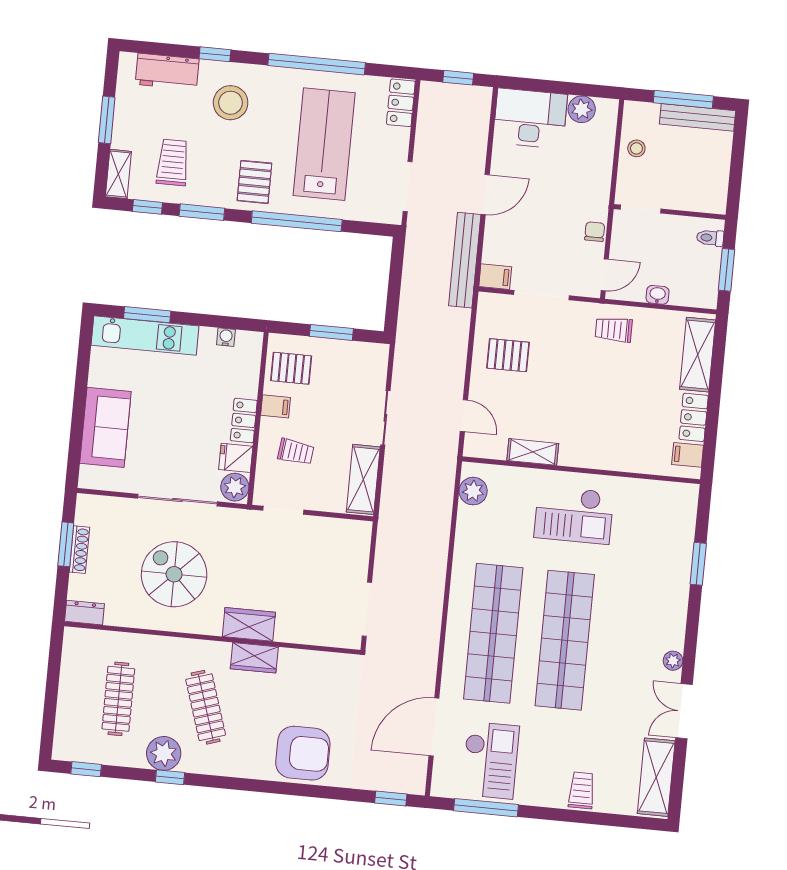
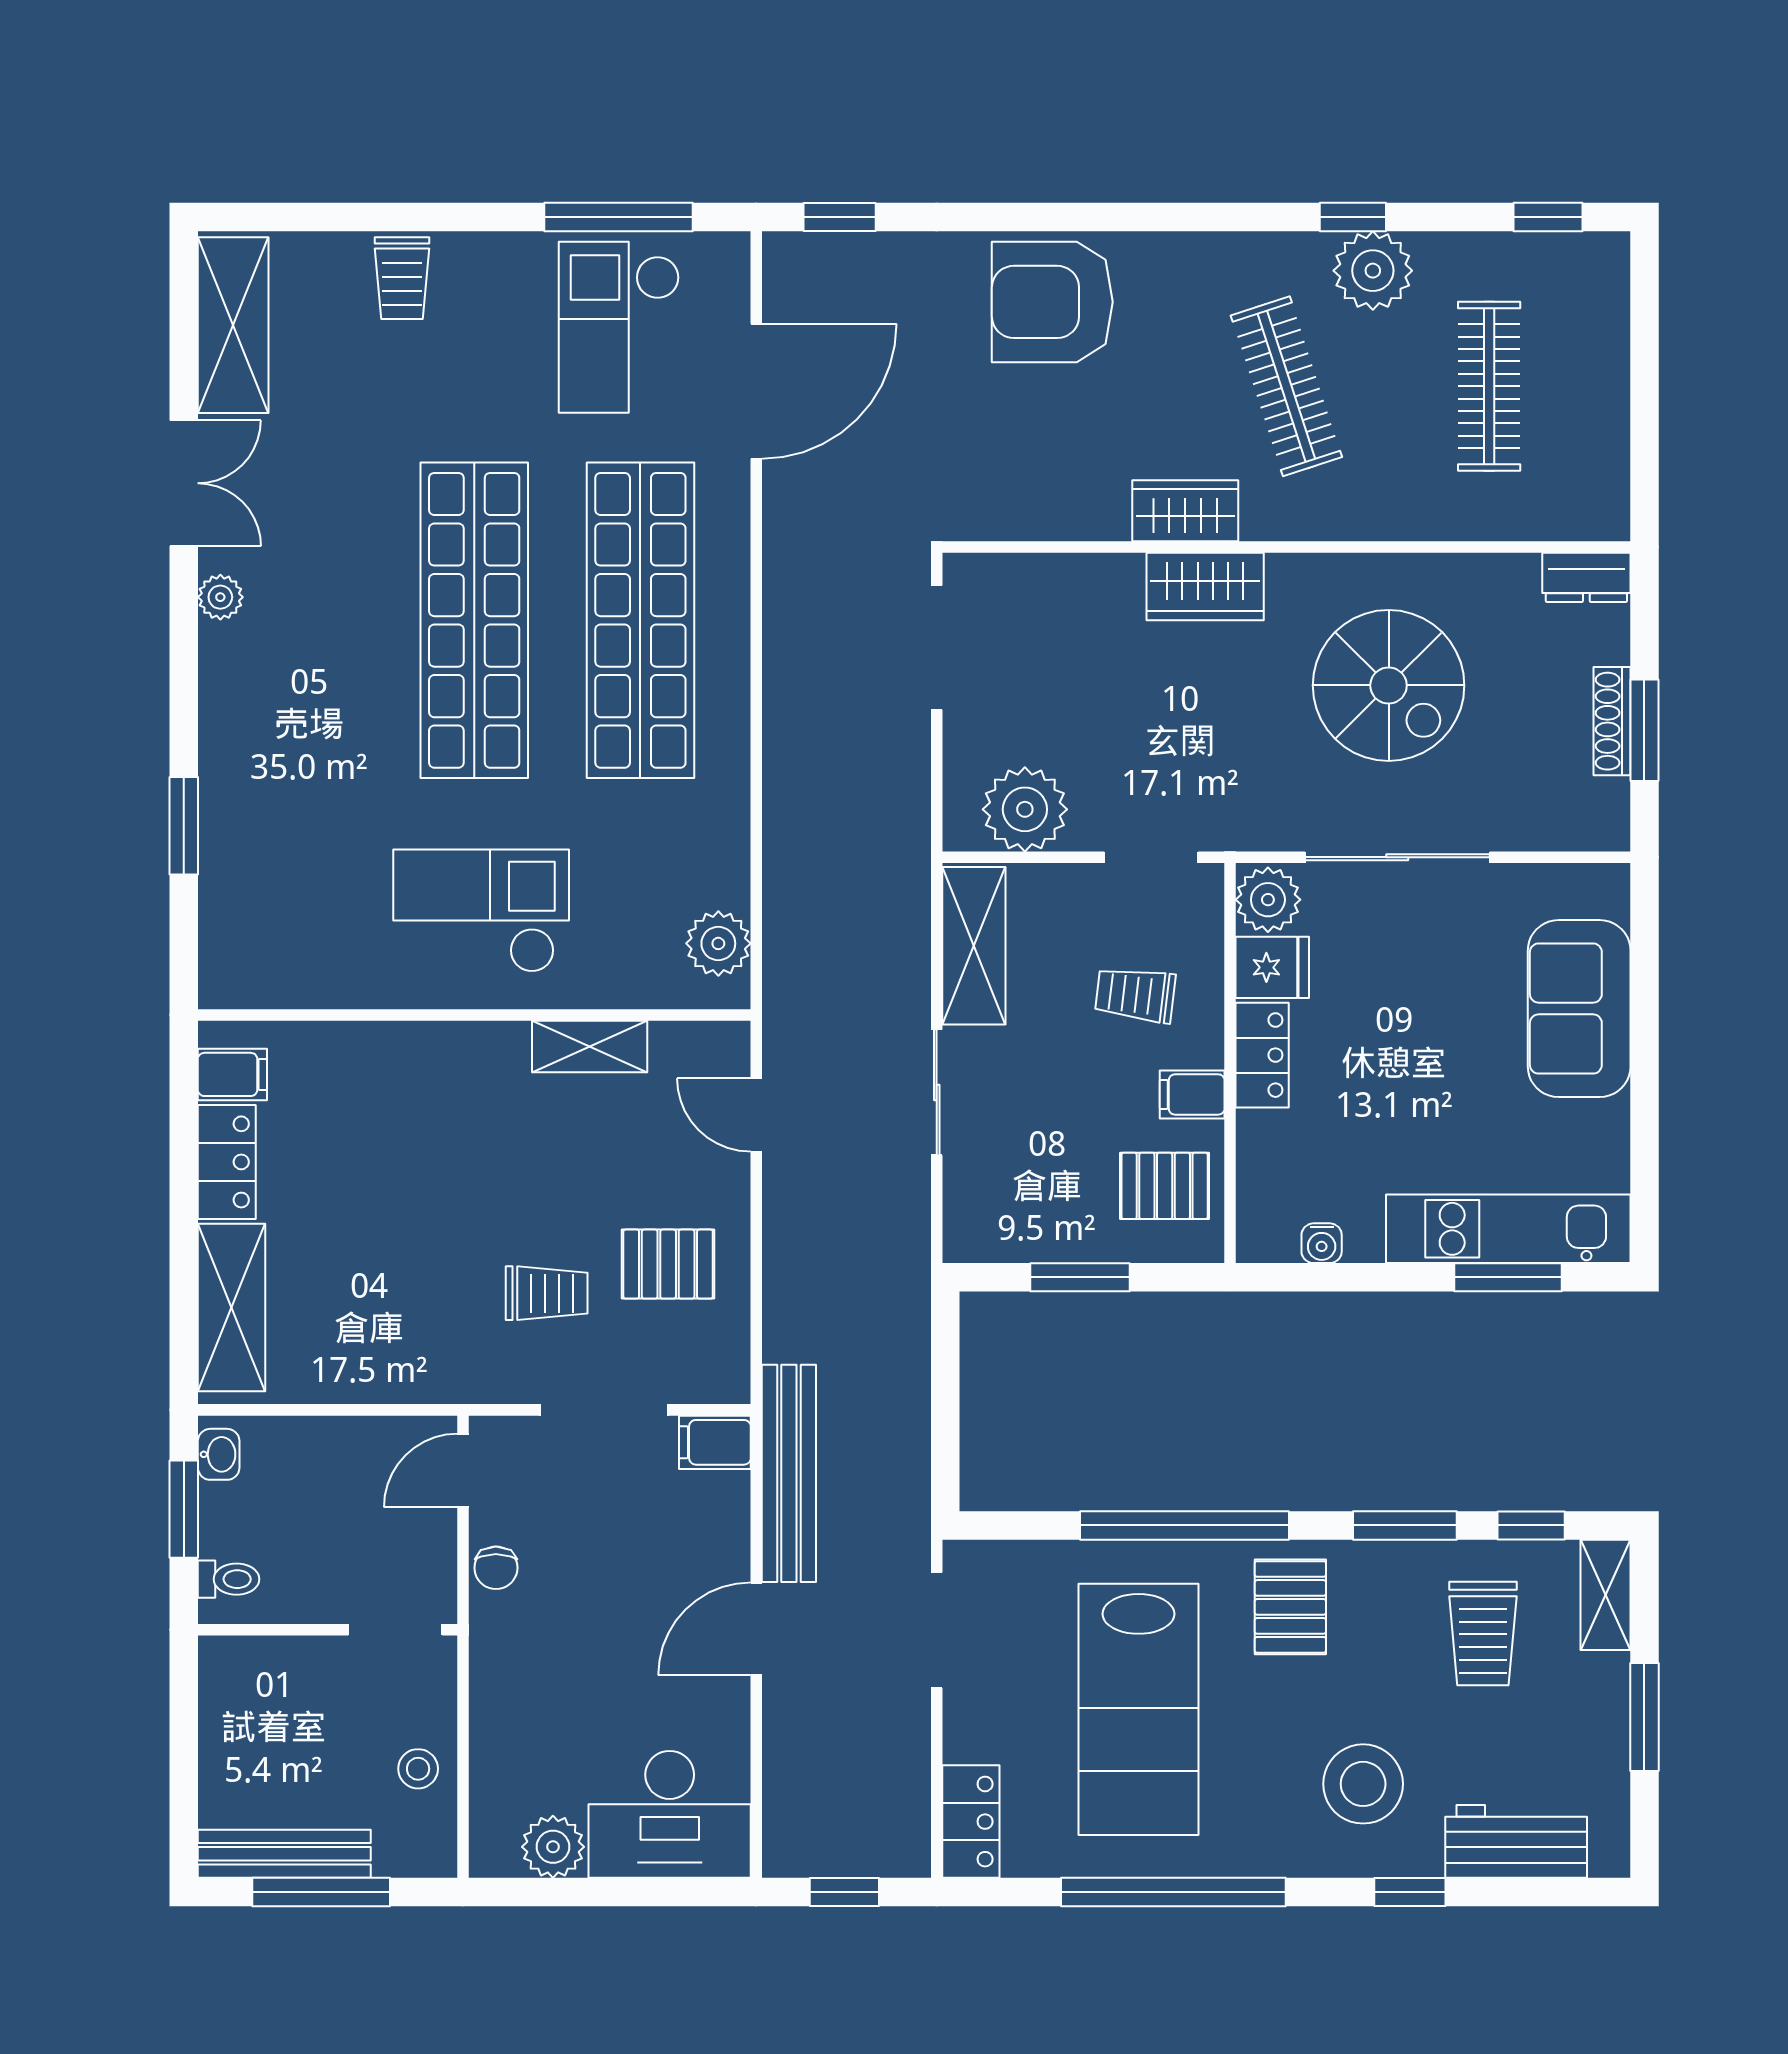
washbasin: (658, 295) -> (219, 1454), moved, turned -90
trolley: (614, 330) -> (547, 1293), moved
plant: (336, 536) -> (1025, 809), added

